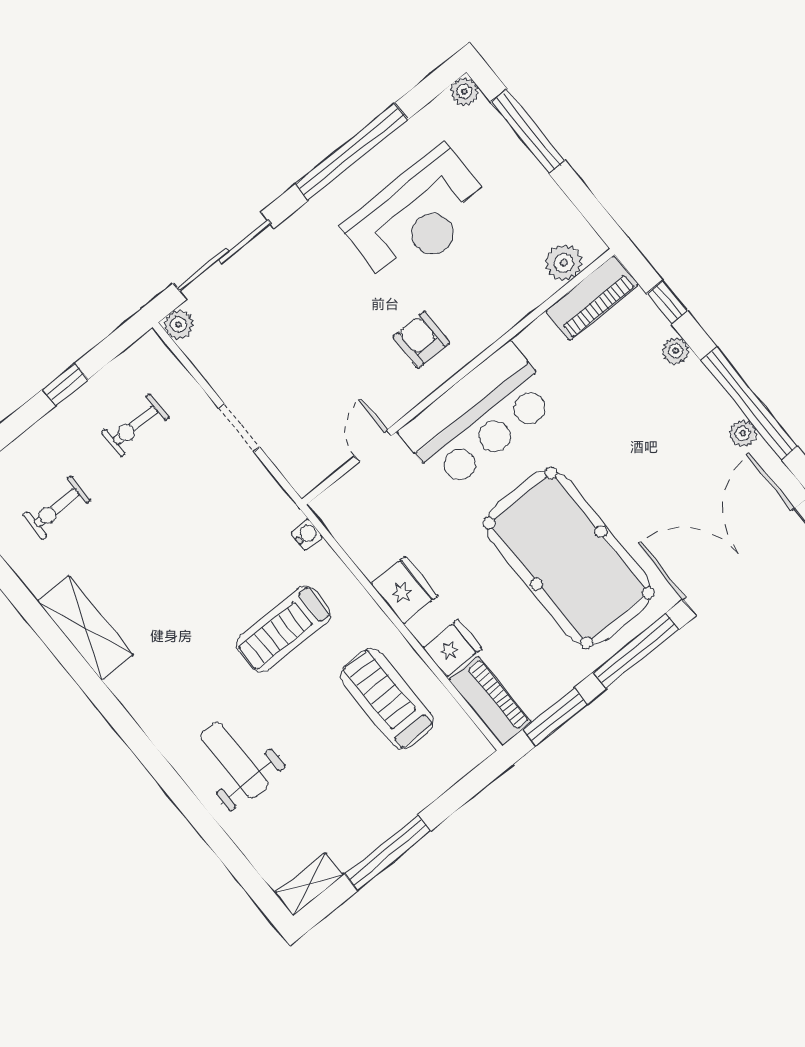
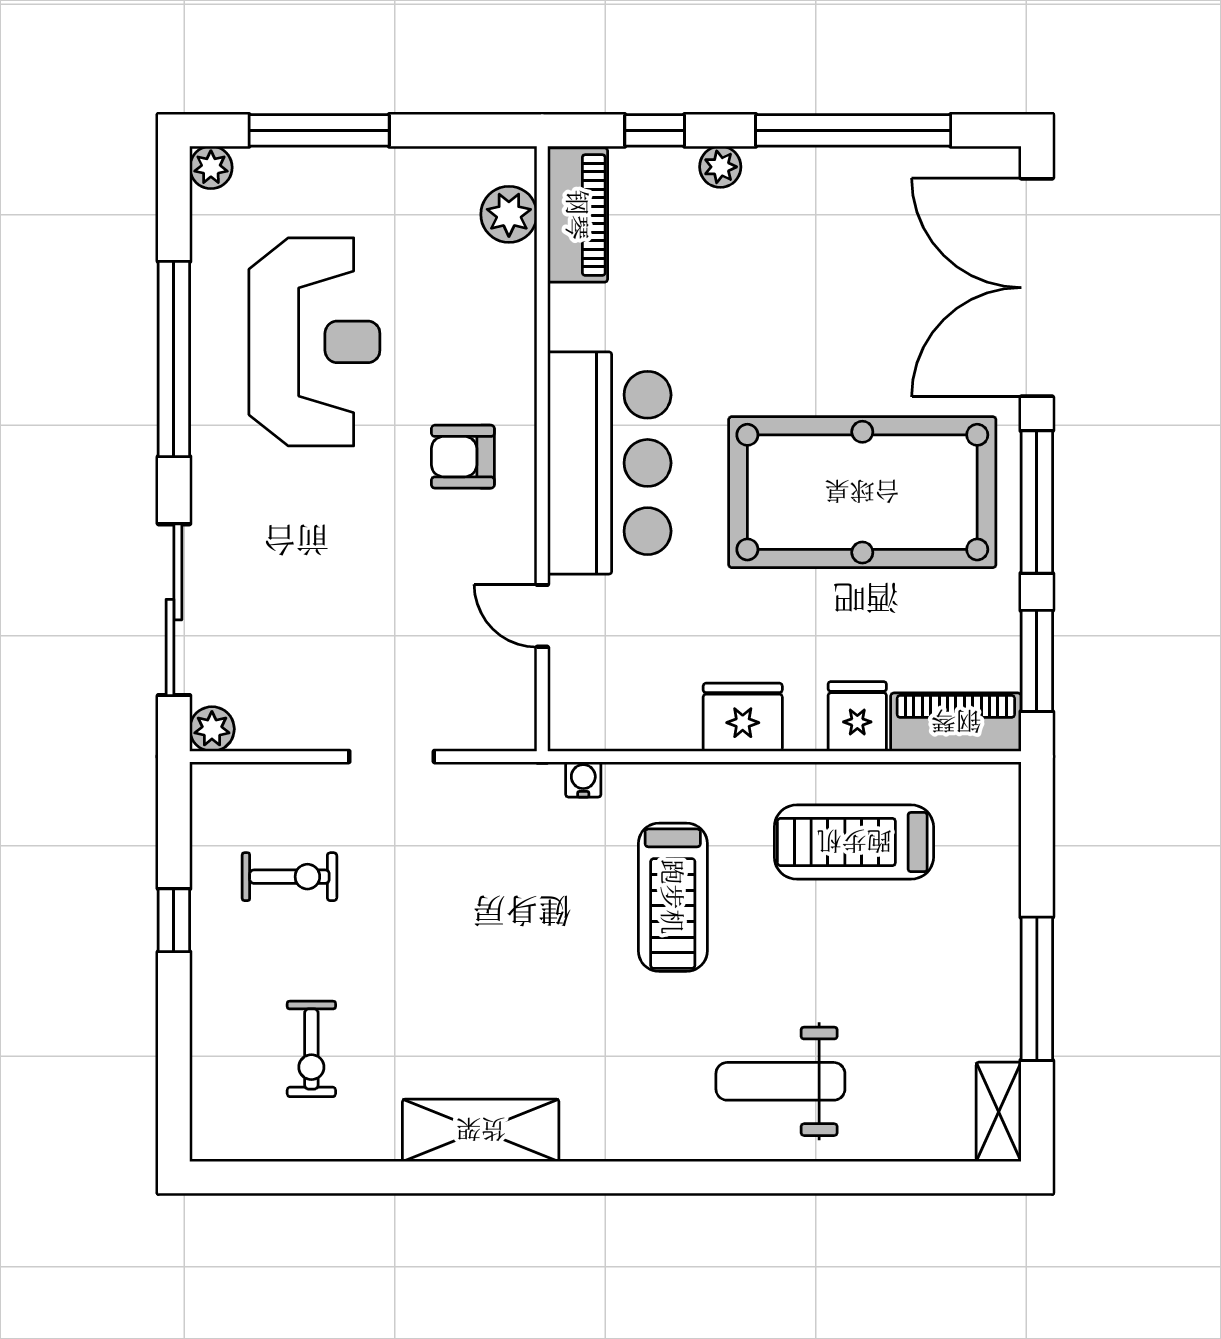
exercise bike: (135, 425) -> (289, 877), turned -90
plant: (743, 433) -> (882, 167), removed

